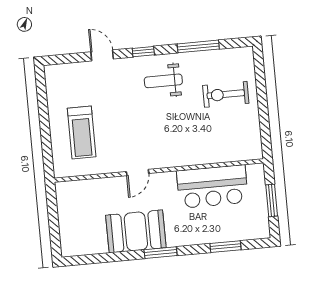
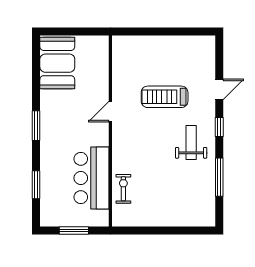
exercise bike: (226, 94) -> (123, 189), moved, width x0.73, depth x0.72
treadmill: (82, 132) -> (165, 97), moved
door: (138, 172) -> (110, 112), hinge flipped
booth: (136, 231) -> (57, 63), moved

